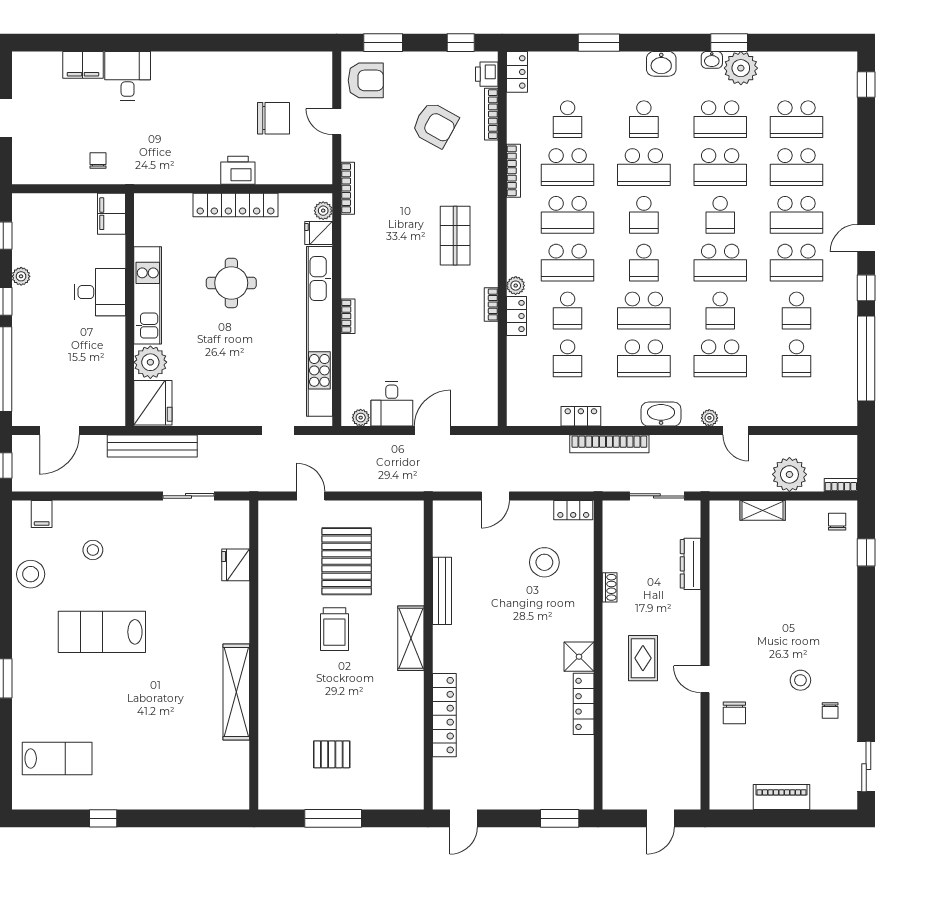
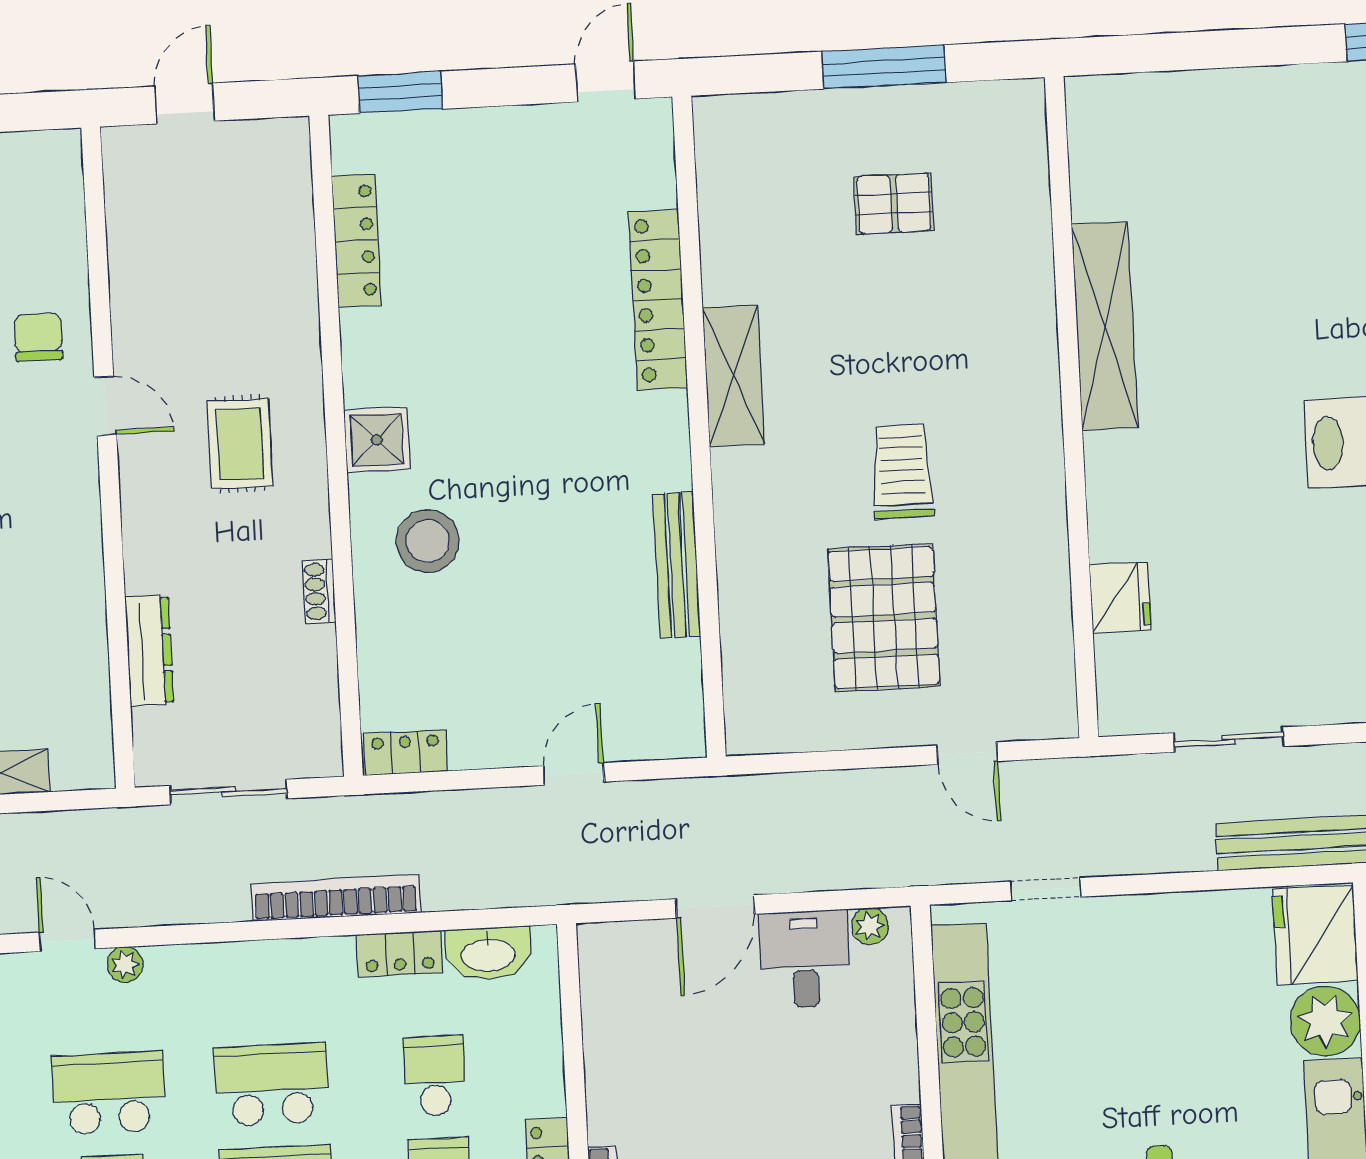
washbasin: (661, 414) -> (488, 954), moved
stool: (544, 562) -> (428, 541), moved
shelving: (411, 638) -> (734, 376), moved
locker: (584, 704) -> (356, 241), moved

